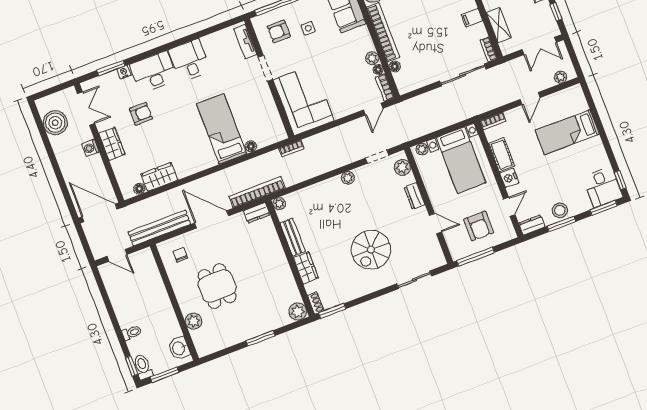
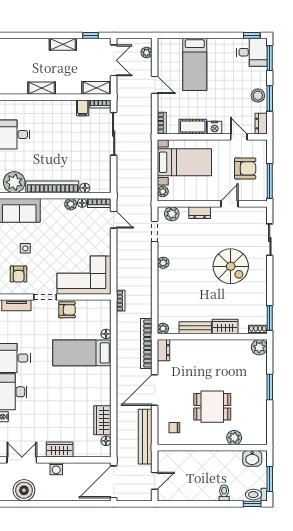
filing cabinet: (472, 18) -> (83, 108), moved
shelving: (499, 25) -> (96, 88), moved
armchair: (141, 114) -> (67, 310), moved, turned 90

